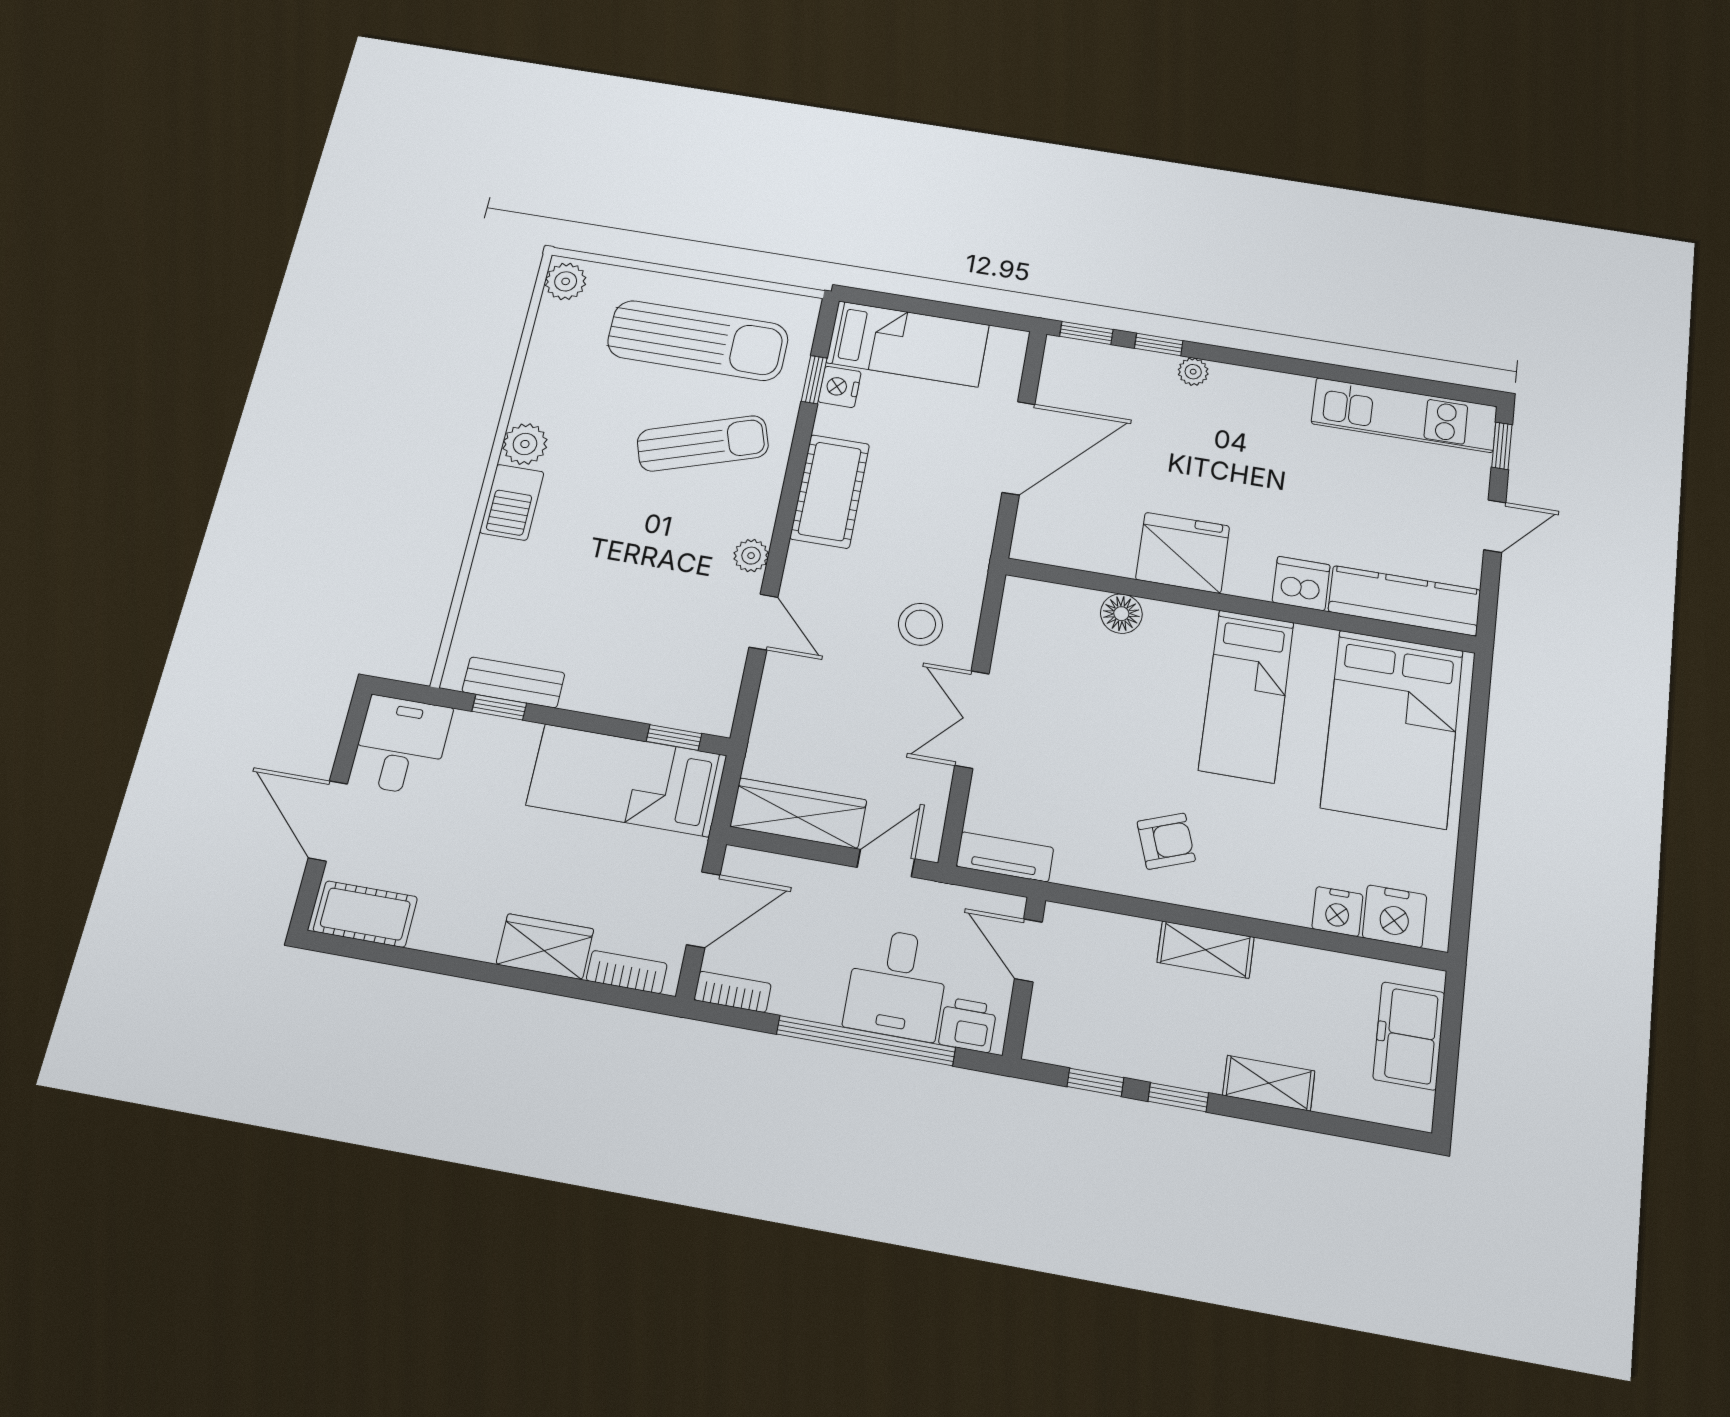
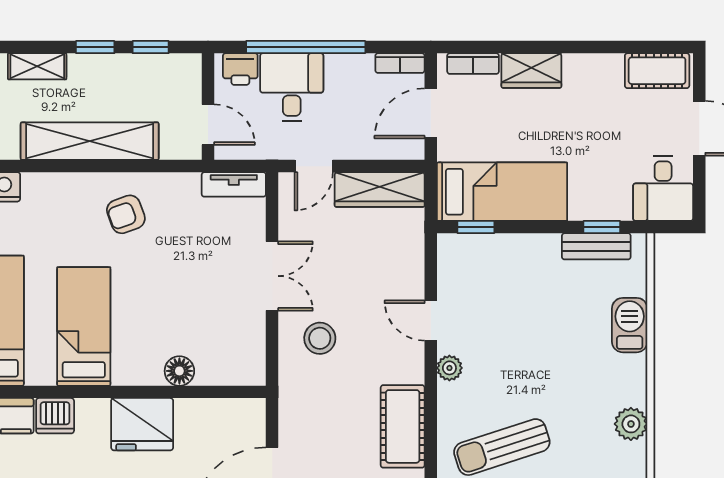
barbecue: (512, 502) -> (630, 325), moved
shelving: (1206, 950) -> (90, 141), width x2.20, depth x1.33

